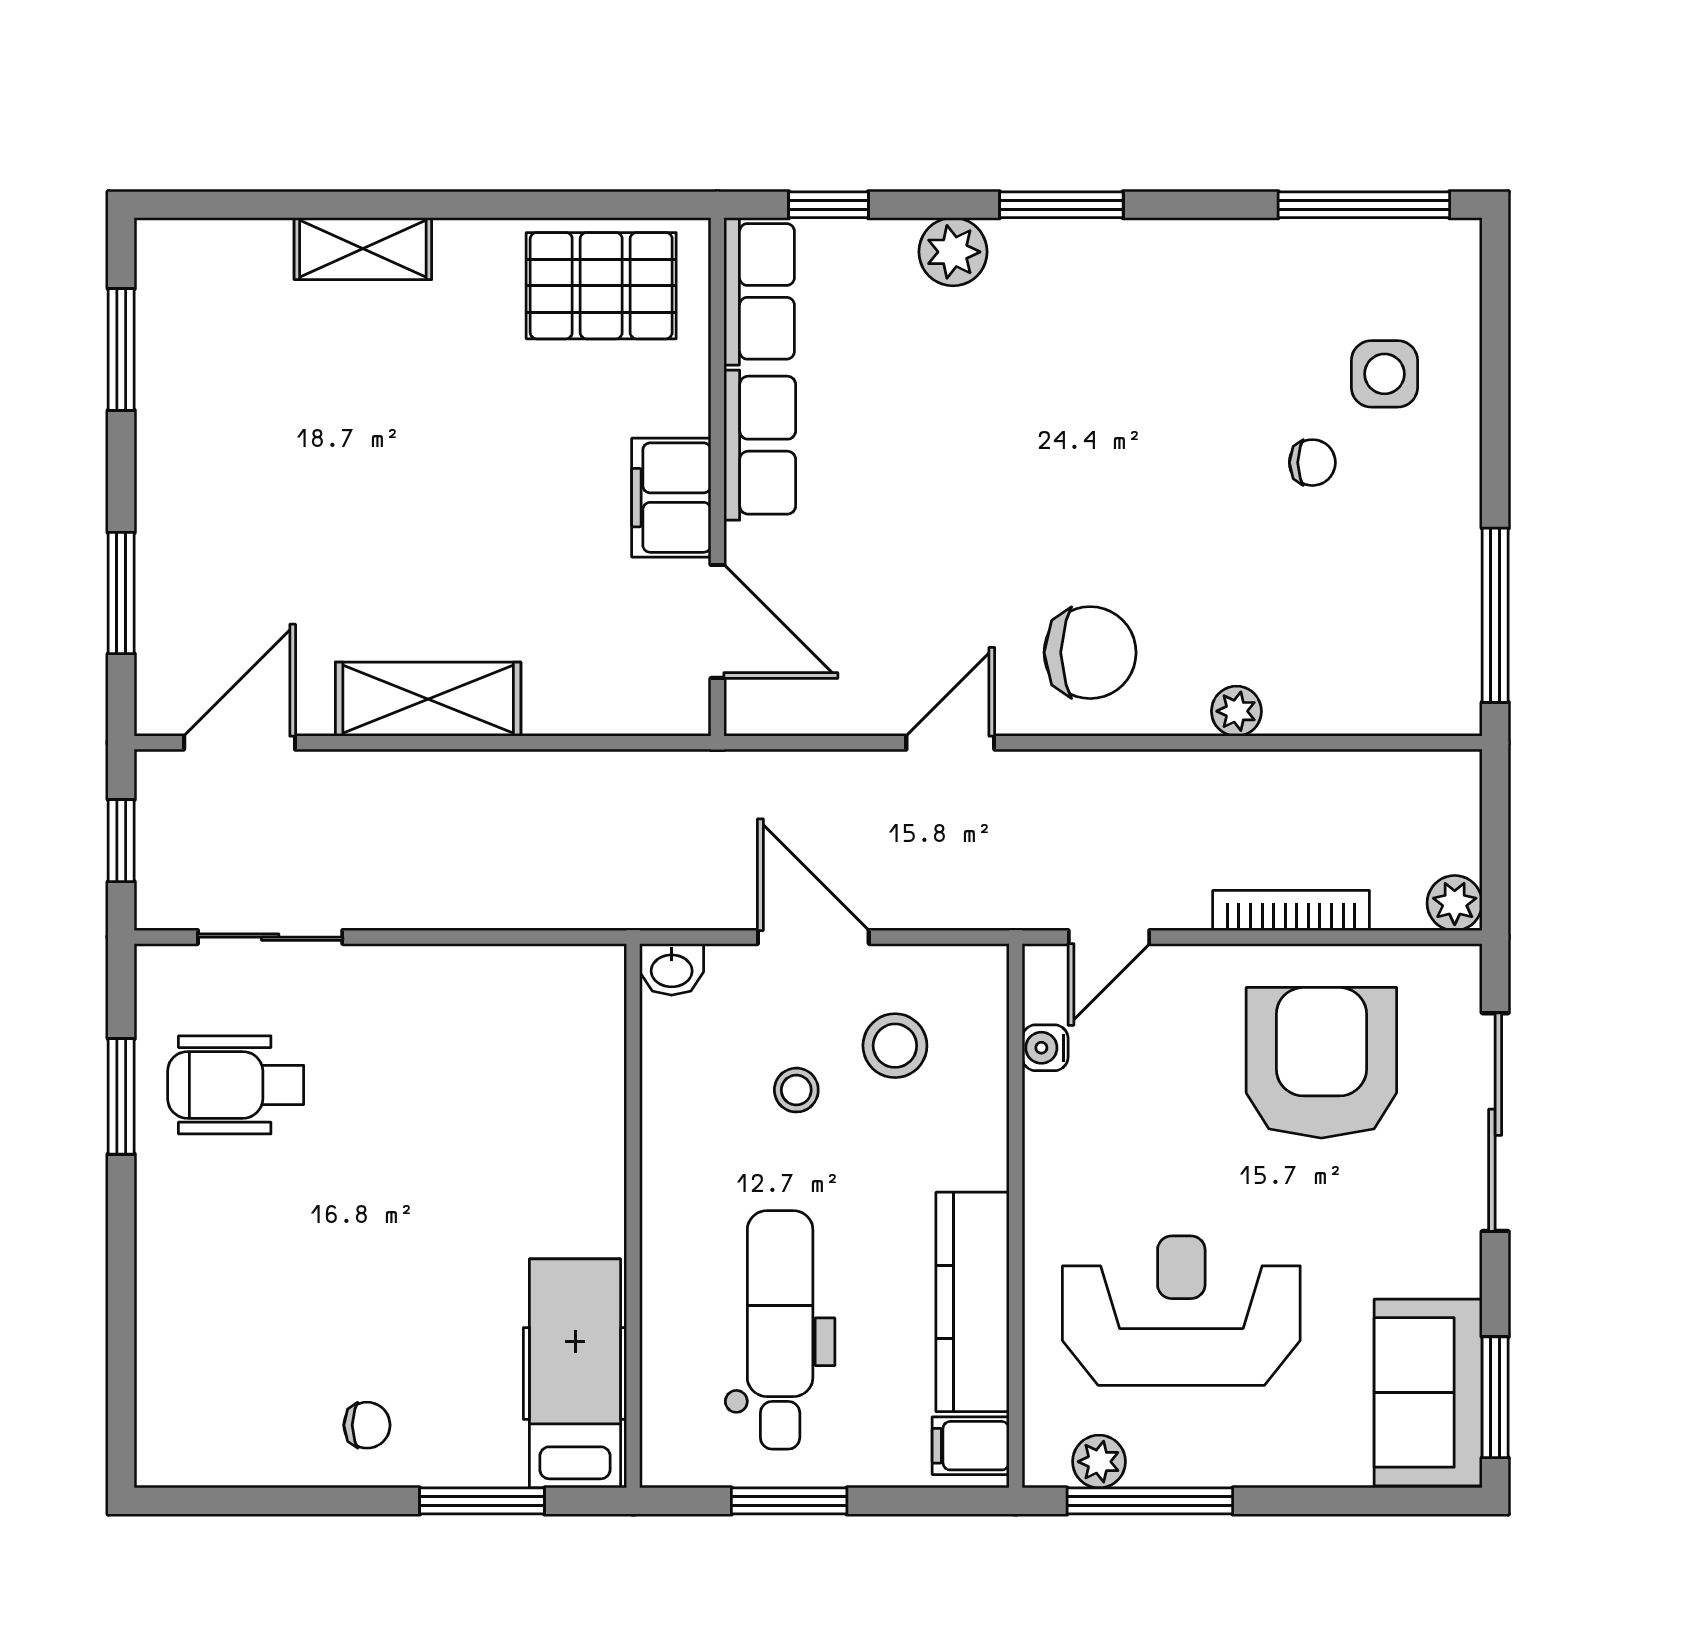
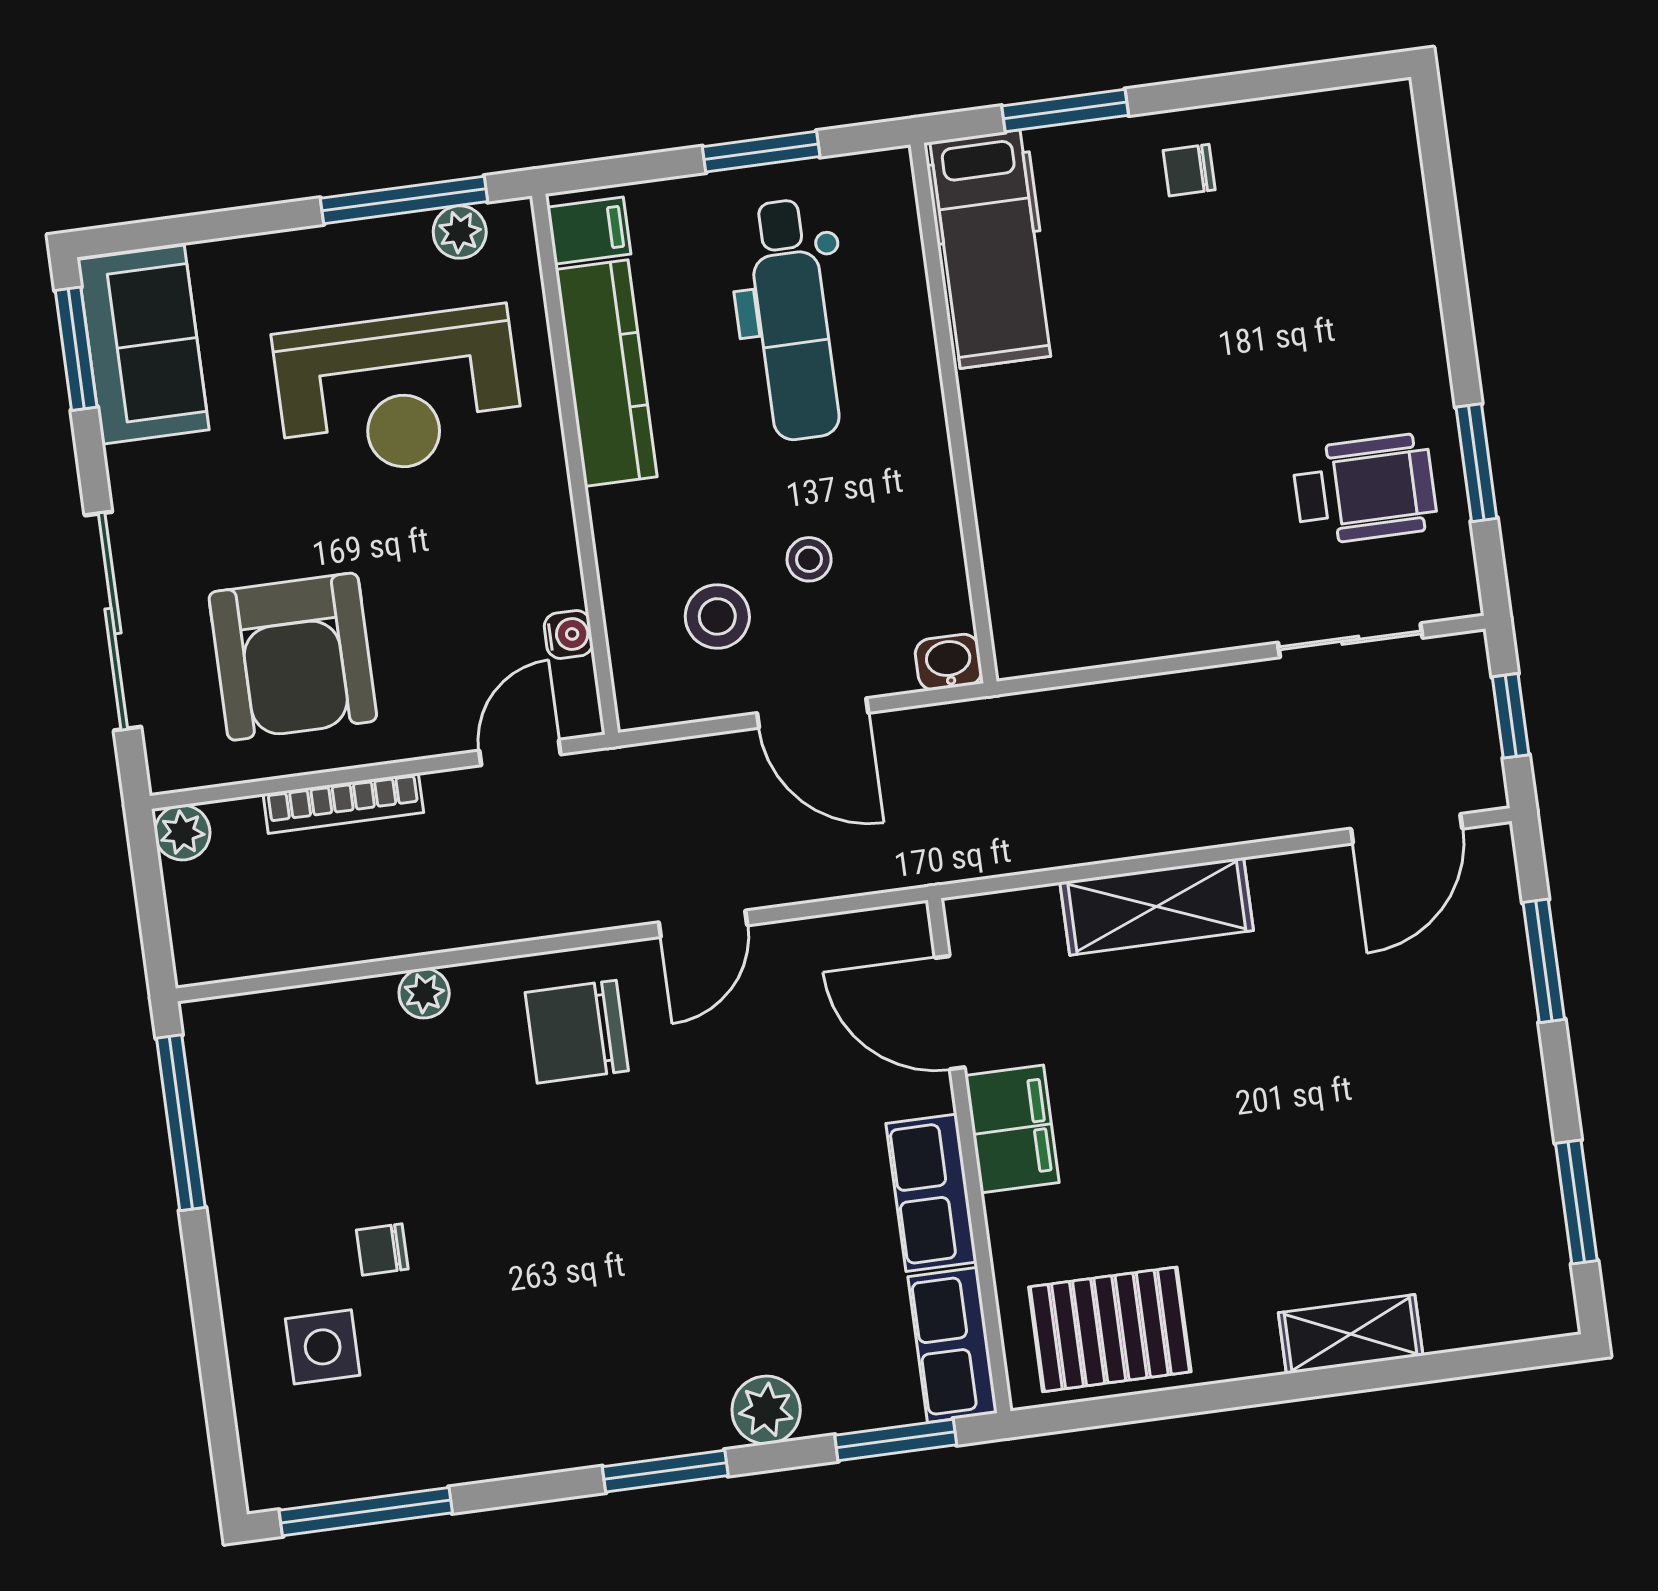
window: (828, 205) -> (896, 1440), width x1.50
shelving: (428, 699) -> (1157, 906), moved

